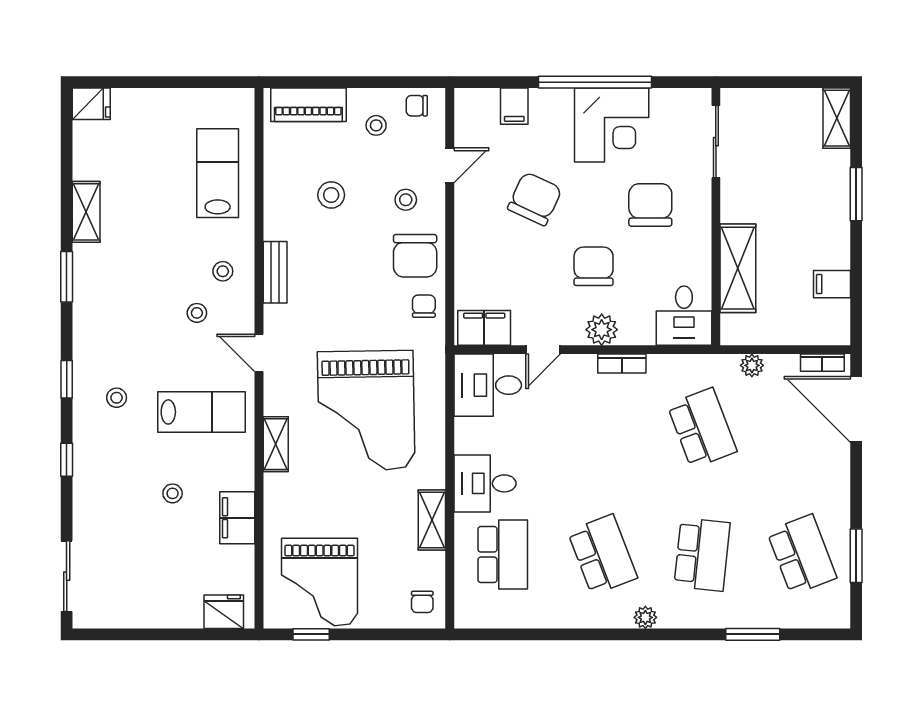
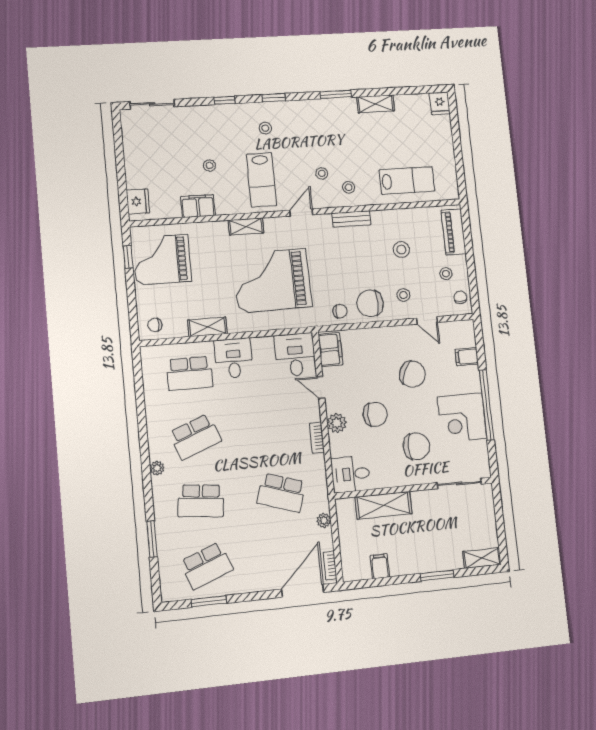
school desk: (702, 428) -> (281, 493), turned 39

